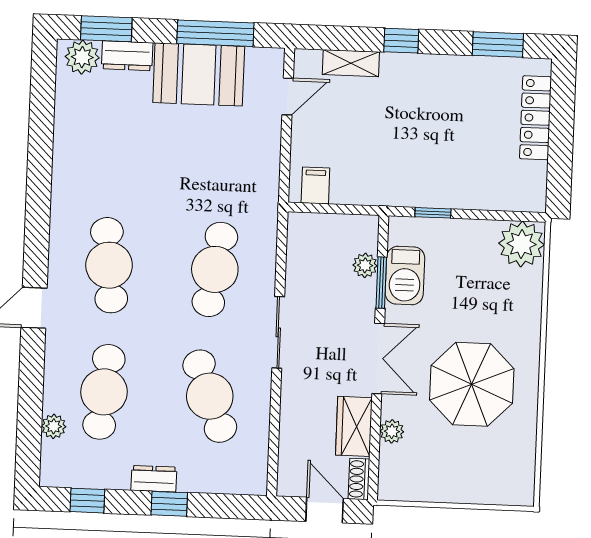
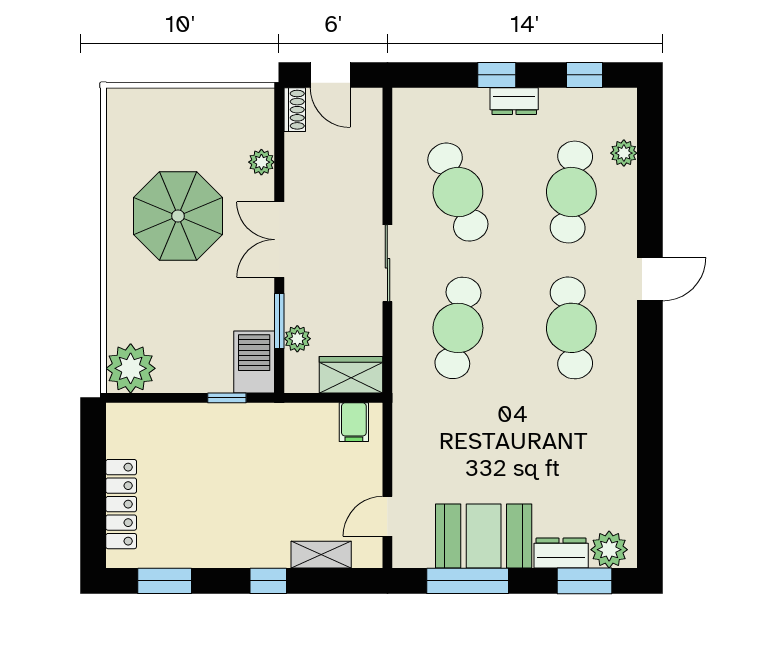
barbecue: (405, 275) -> (254, 362), moved
wardrobe: (354, 426) -> (351, 375), moved, turned -90

